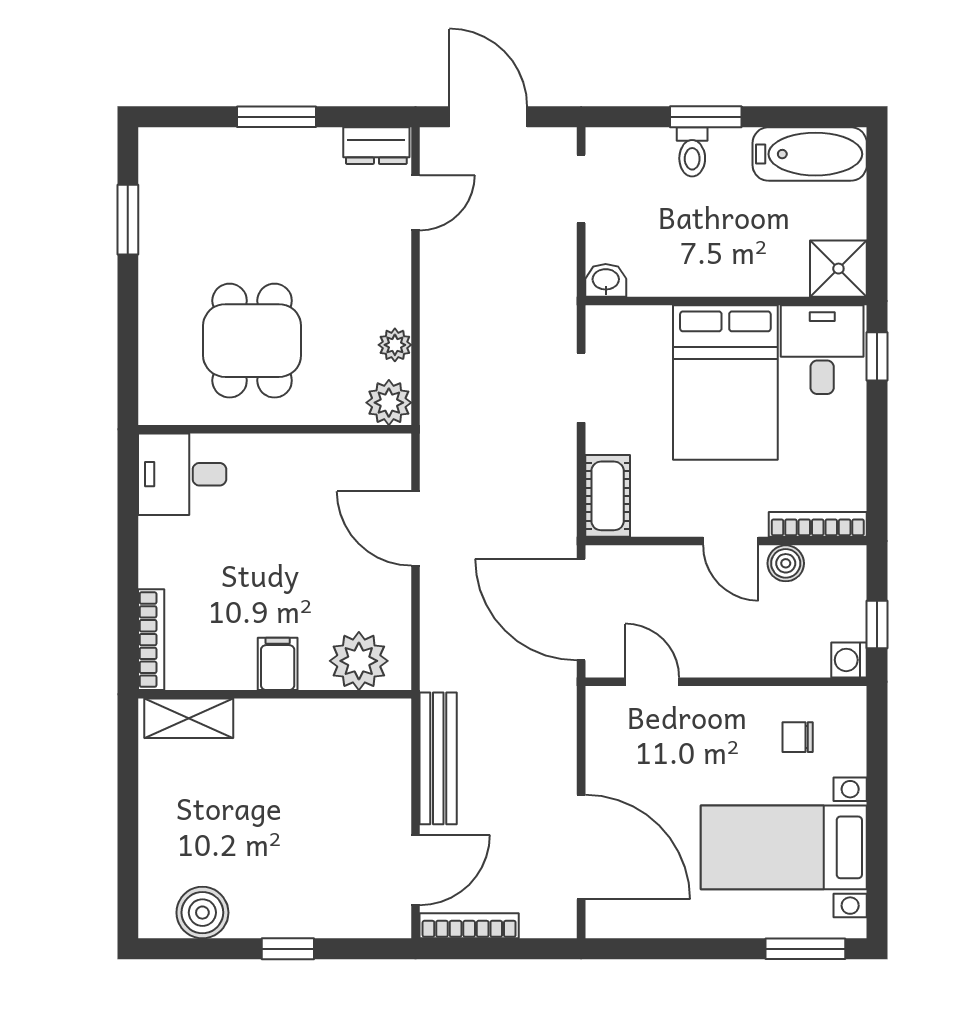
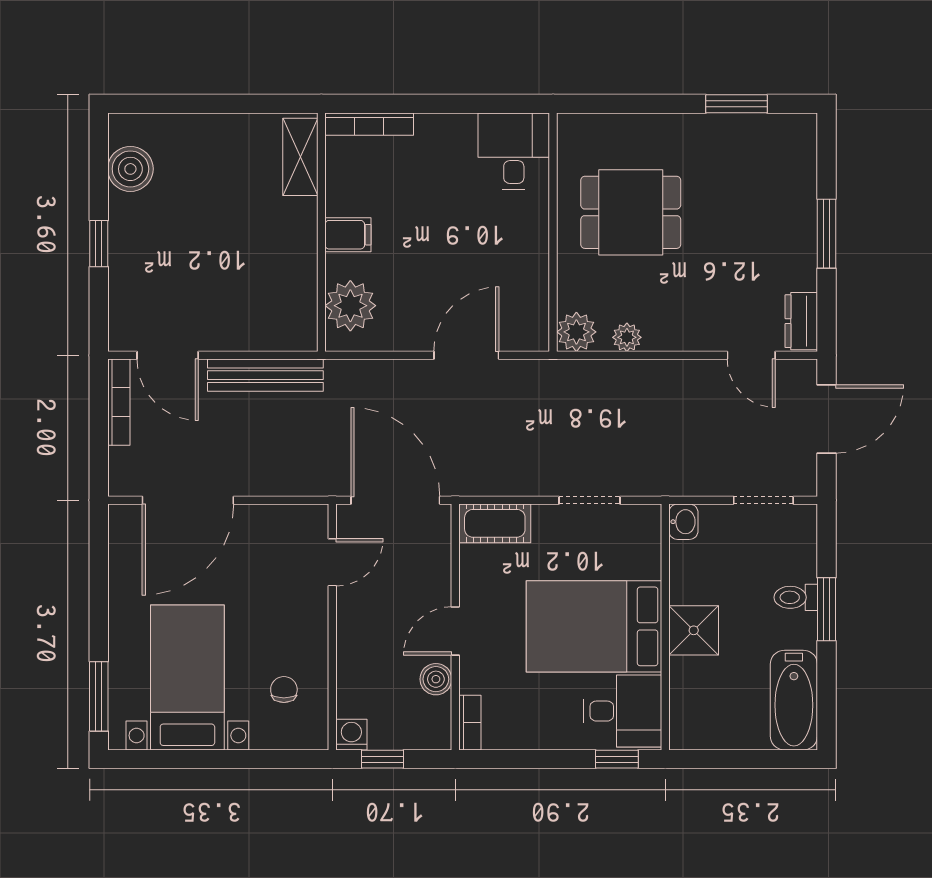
shower: (838, 269) -> (694, 630), moved
bookcase: (818, 524) -> (470, 723), width x0.64
door: (581, 610) -> (395, 500), hinge flipped

